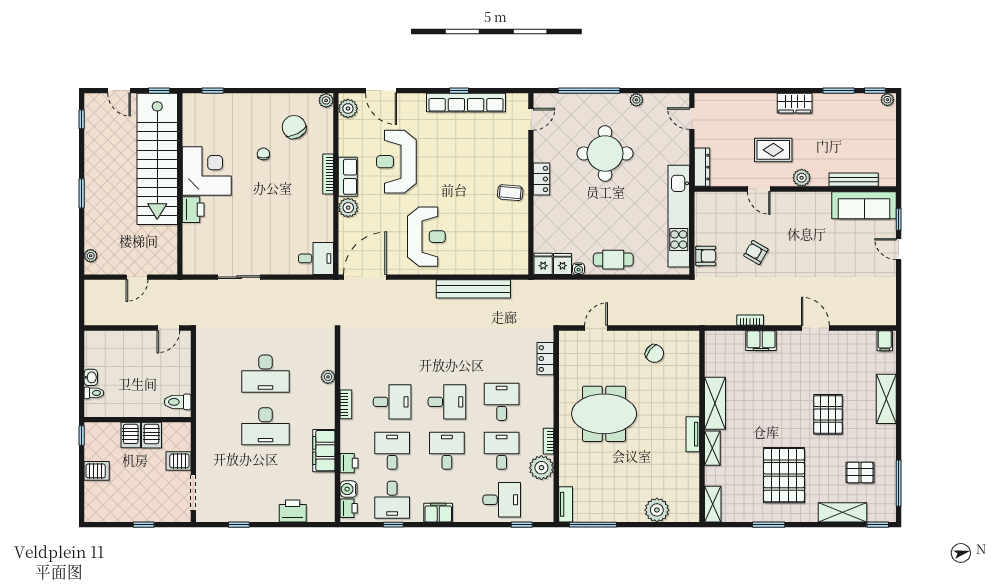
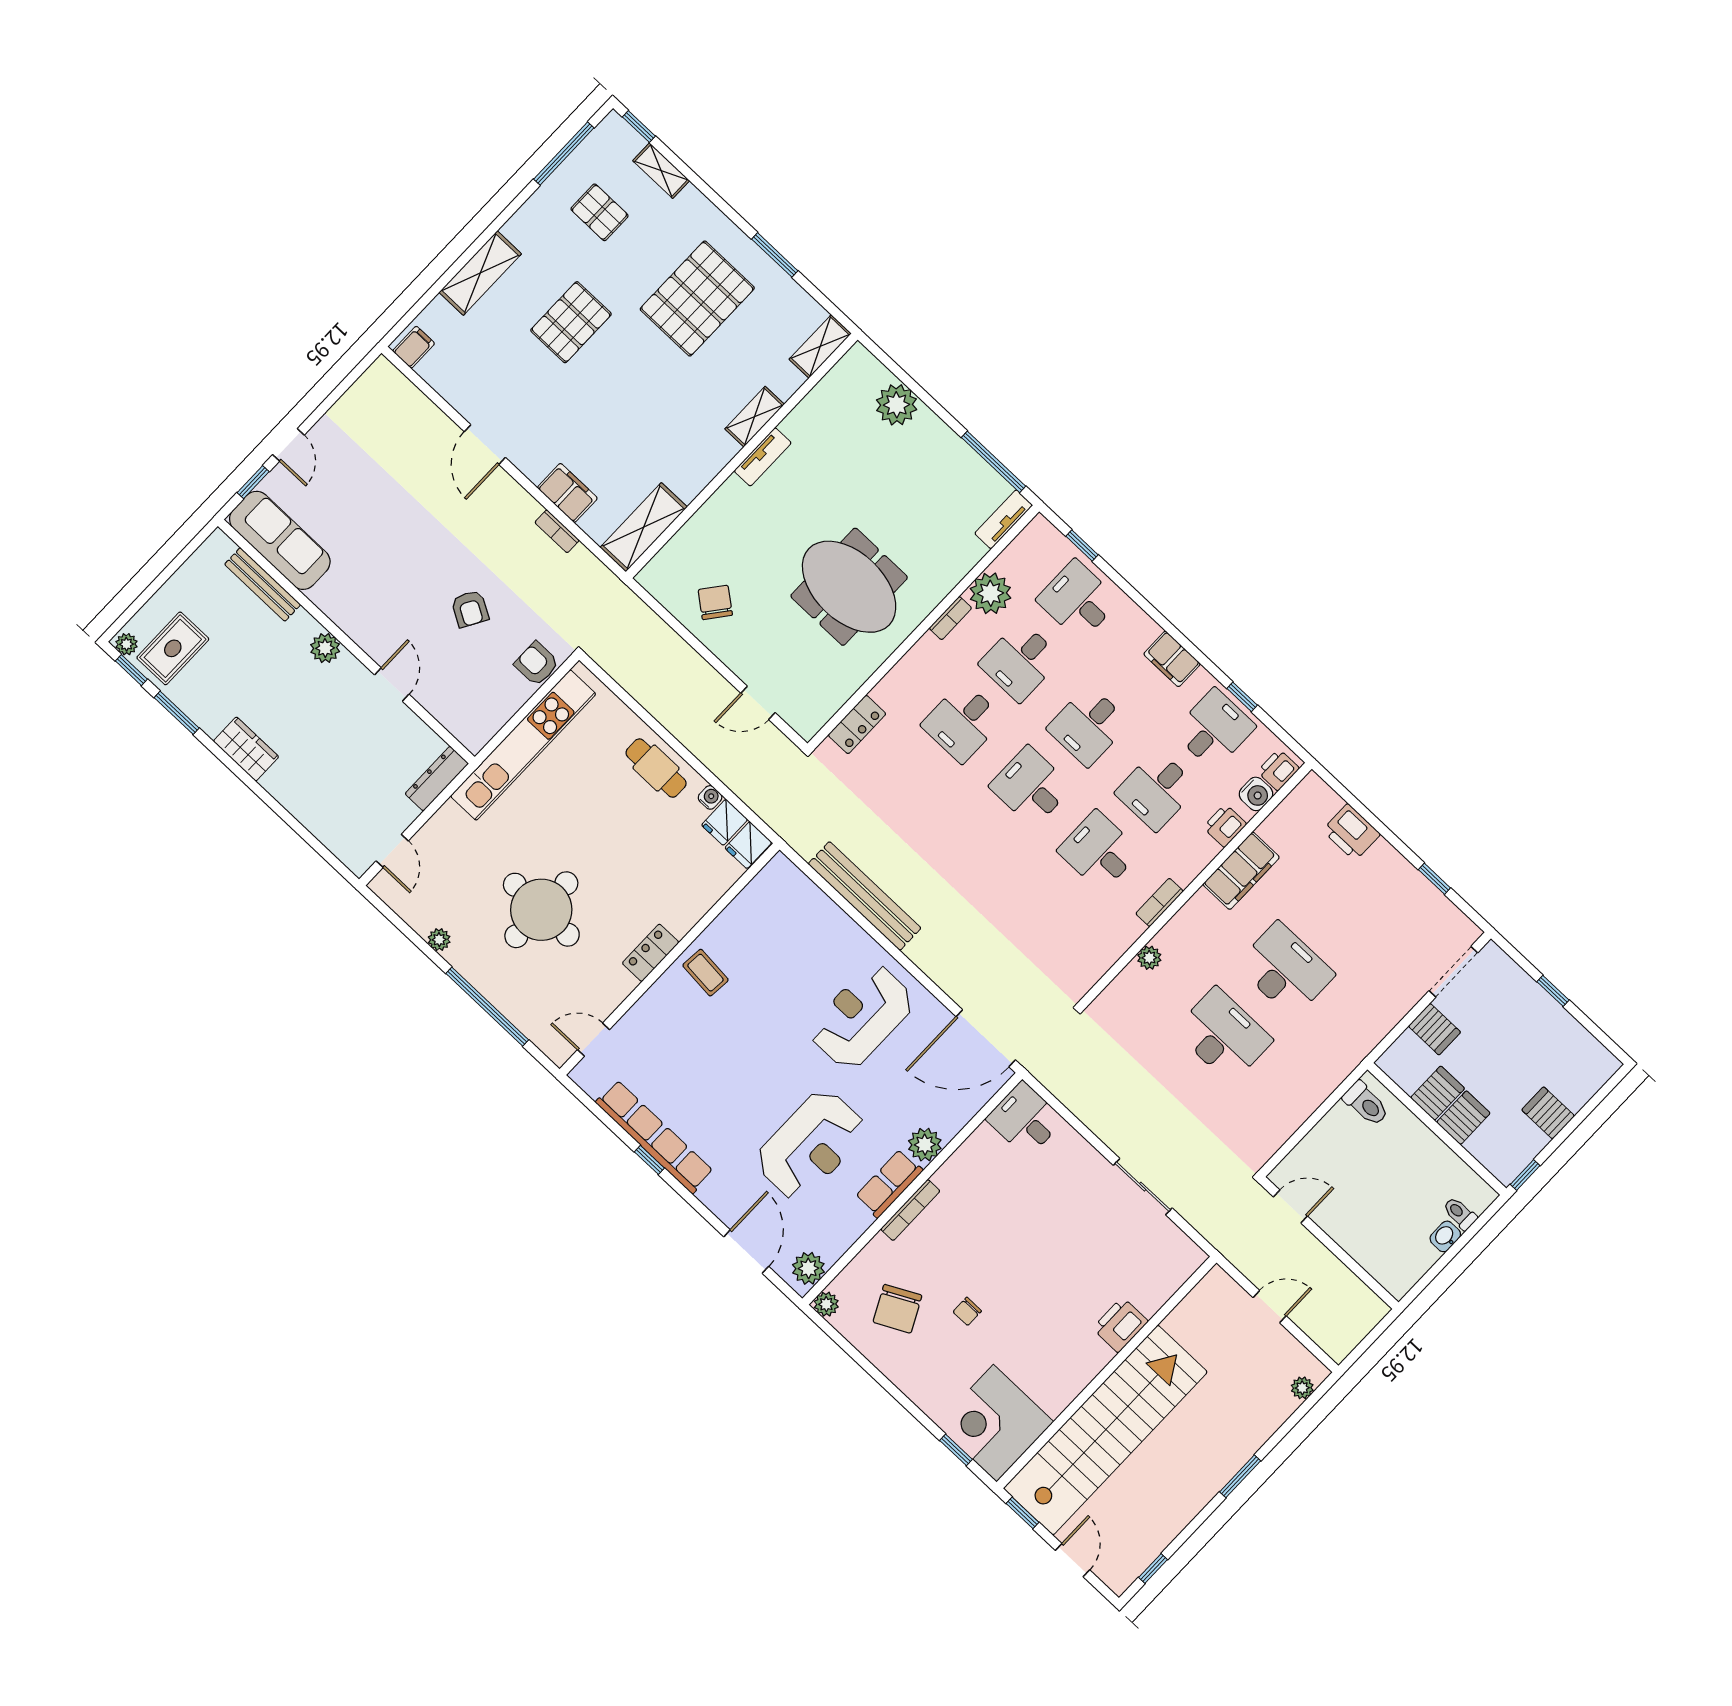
rug: (773, 150) -> (173, 648), moved, turned 90
corner desk: (207, 171) -> (995, 1423), moved
shelving: (715, 403) -> (644, 527), moved
shelving: (842, 512) -> (661, 171), width x0.67, depth x0.75

